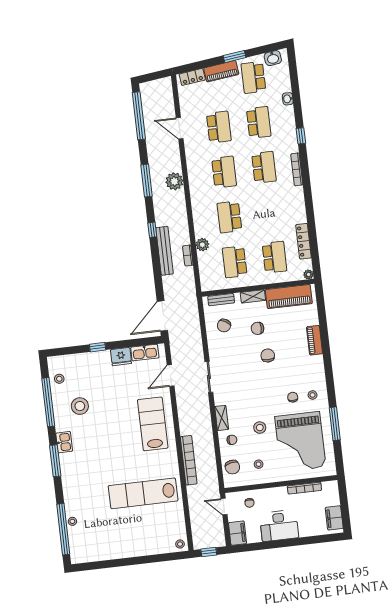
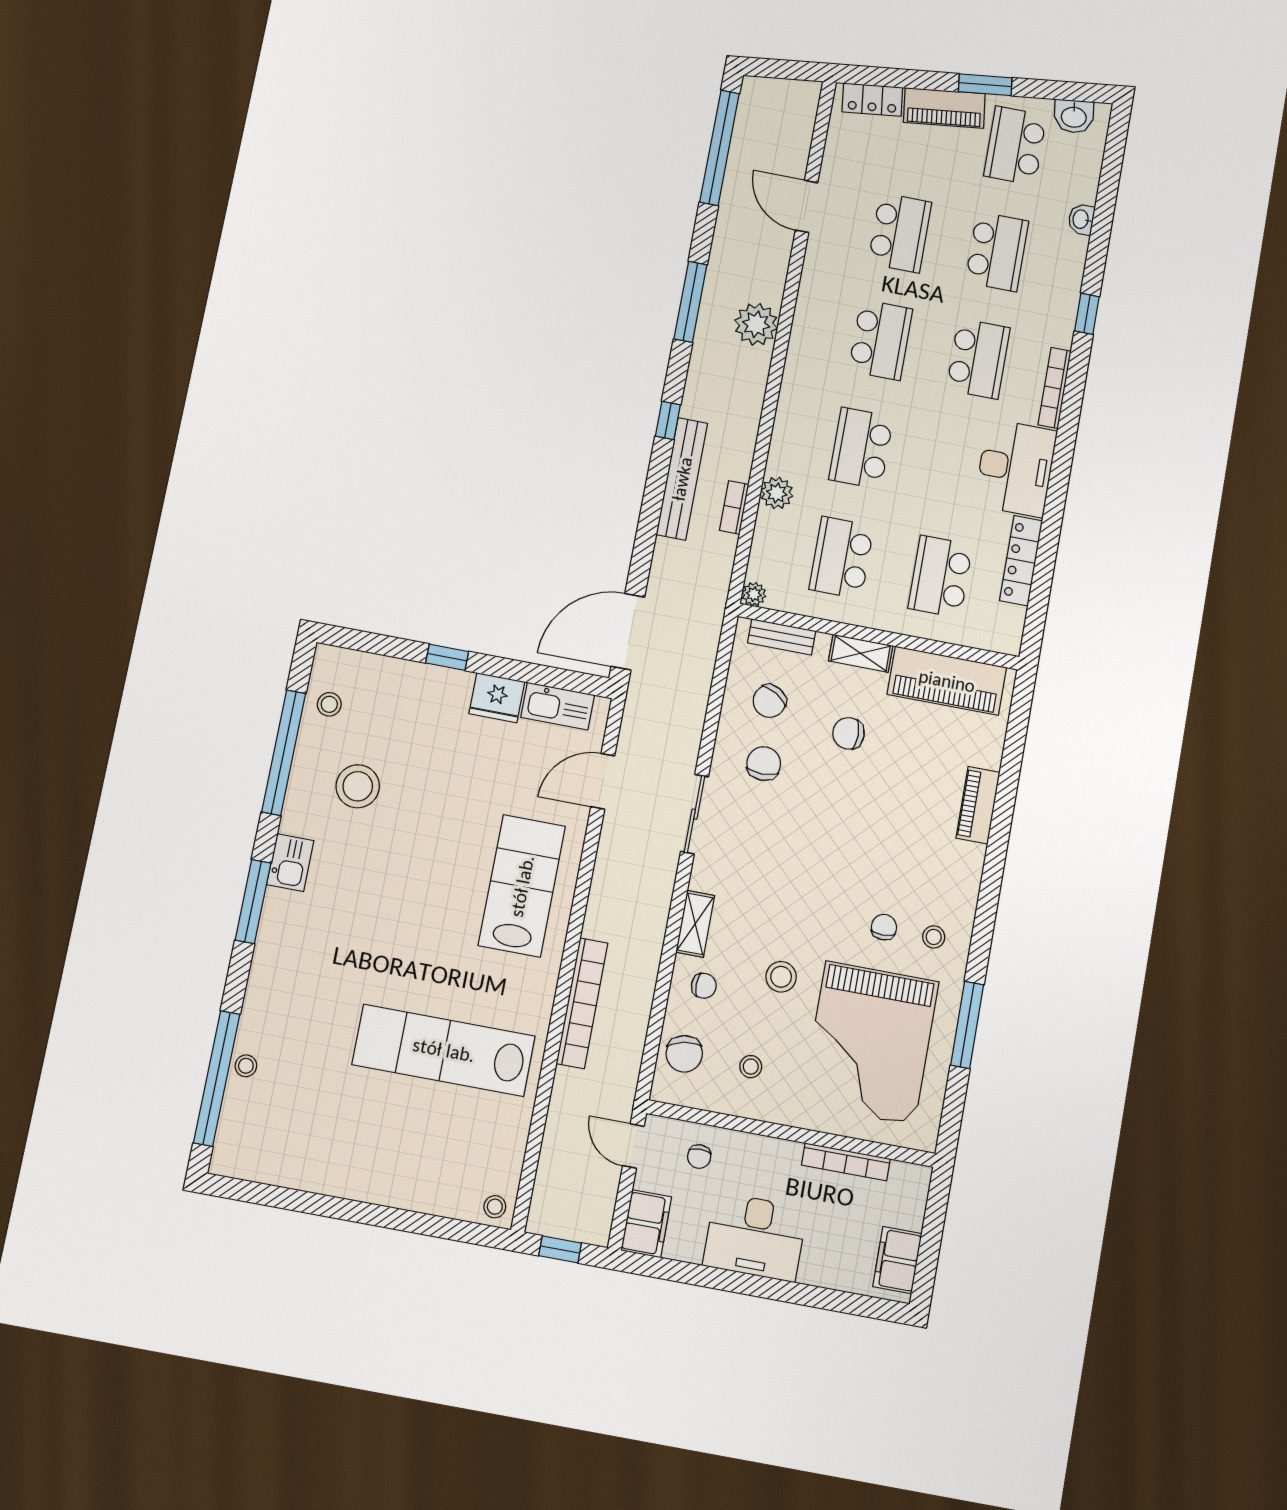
desk: (291, 206) -> (1015, 468), added
school desk: (275, 257) -> (940, 577), turned 180
plant: (308, 274) -> (754, 594), moved
chair: (268, 355) -> (764, 764), moved

